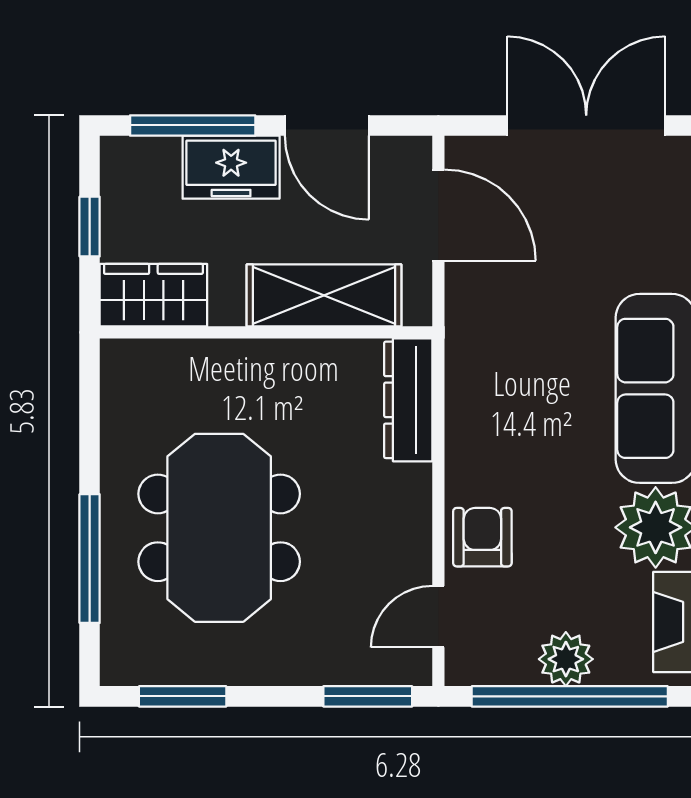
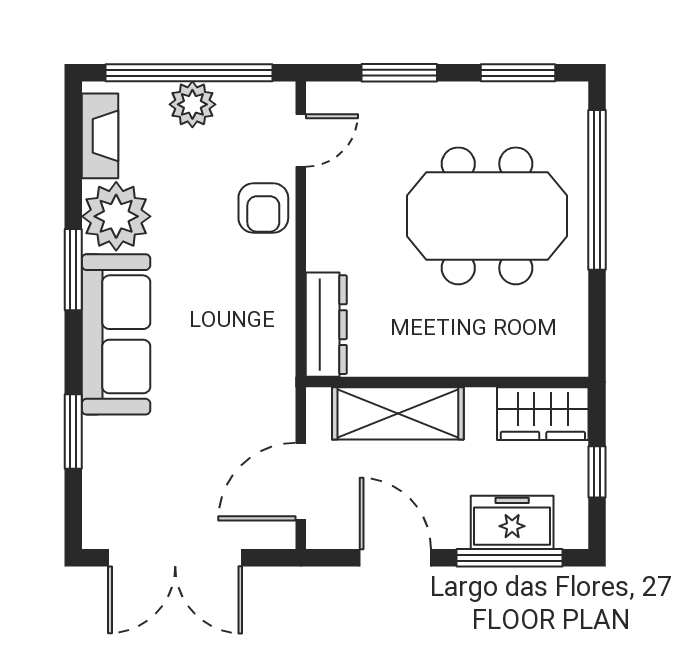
freezer: (231, 167) -> (512, 522), moved
door: (438, 215) -> (301, 482), hinge flipped
meeting table: (219, 528) -> (487, 216), turned 90
window: (90, 559) -> (597, 190), width x1.46
window: (368, 696) -> (399, 73), moved

